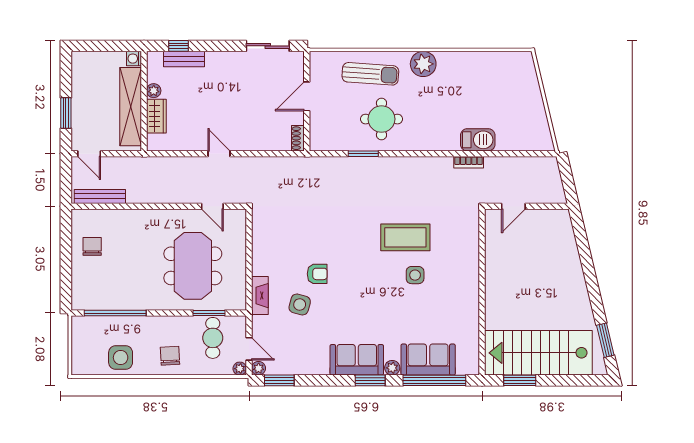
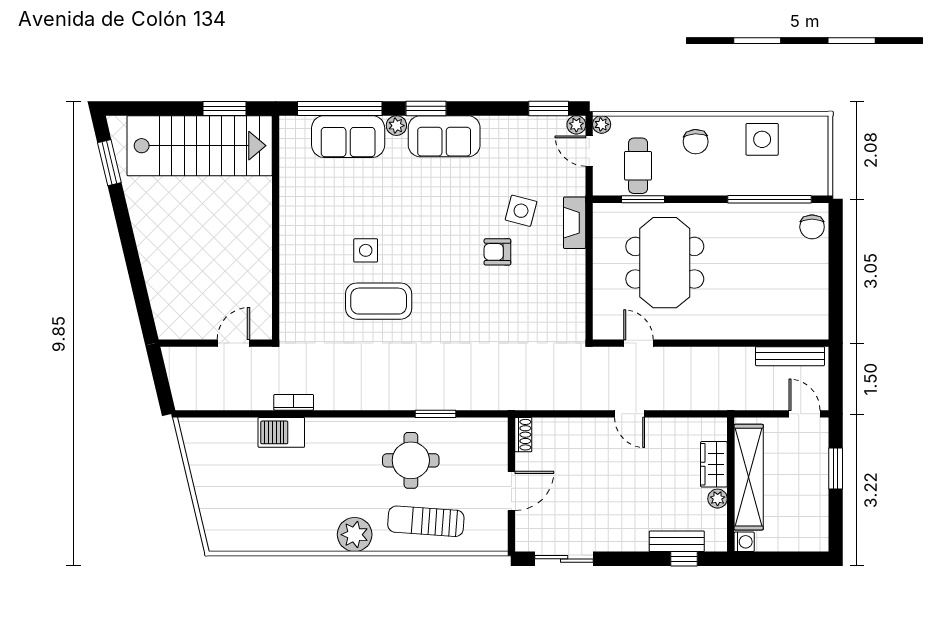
chair: (92, 246) -> (812, 227), moved

